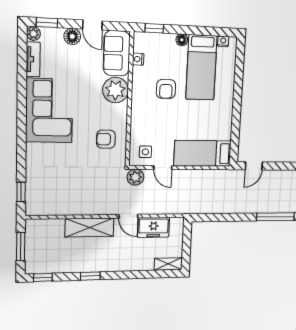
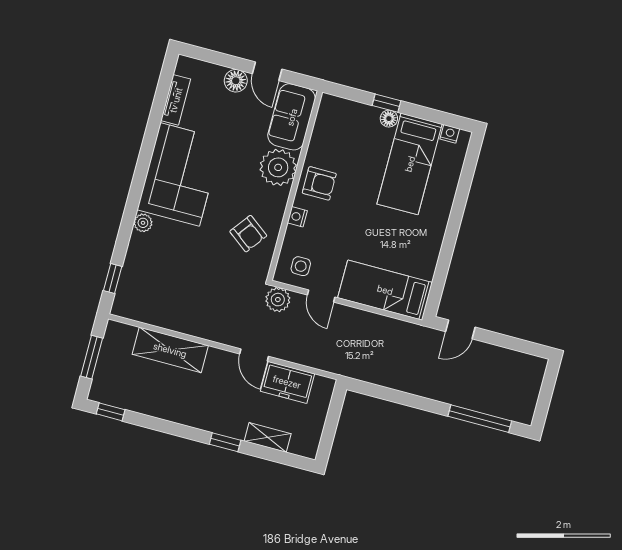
window: (47, 23) -> (206, 55), removed
window: (154, 28) -> (387, 103), moved
plant: (33, 34) -> (143, 223), moved
nightstand: (138, 59) -> (297, 217), moved
armchair: (166, 89) -> (319, 183), moved, turned -90
armchair: (106, 139) -> (248, 234), turned -143
shelving: (89, 228) -> (170, 350), moved
shelving: (168, 264) -> (268, 437), moved
window: (90, 276) -> (225, 442), moved

